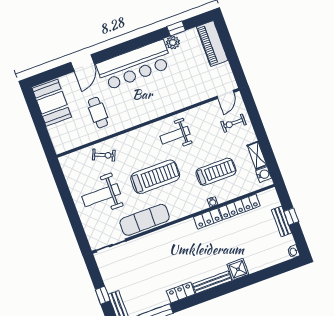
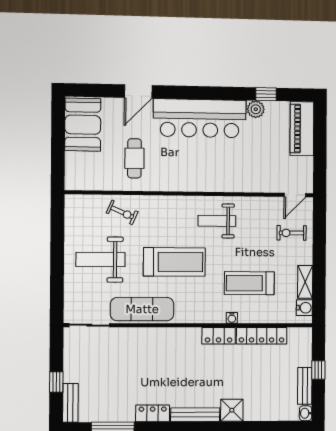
treadmill: (216, 172) -> (249, 283), turned 180
bench: (282, 221) -> (305, 386), moved

